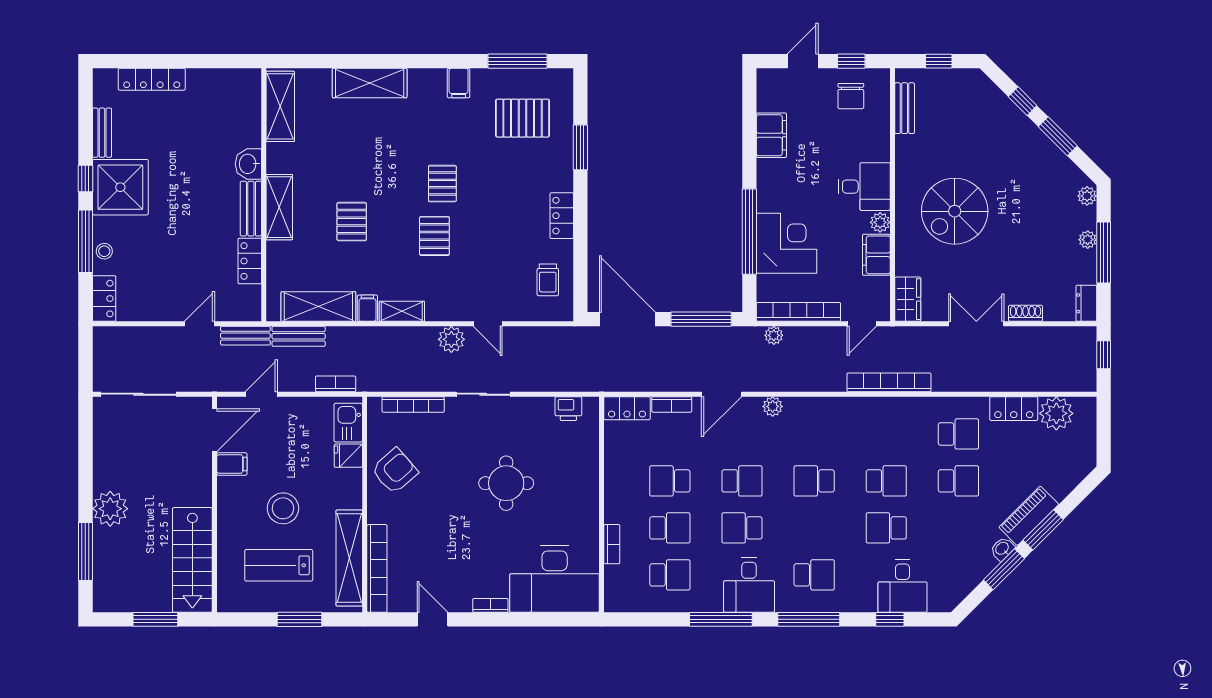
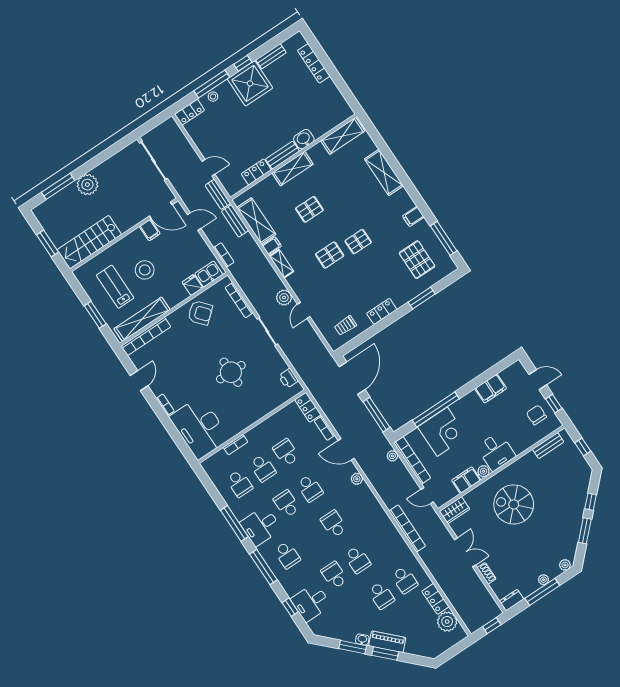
chair: (851, 96) -> (536, 415), turned 90

